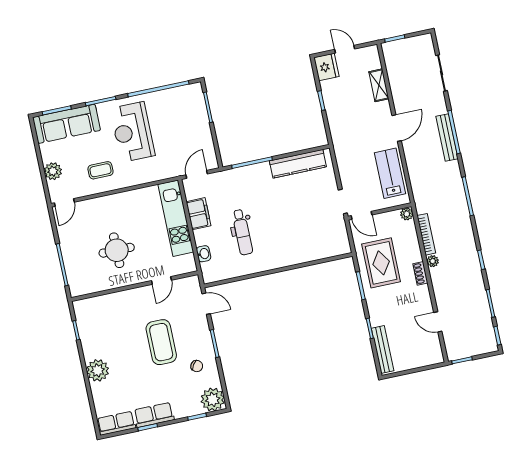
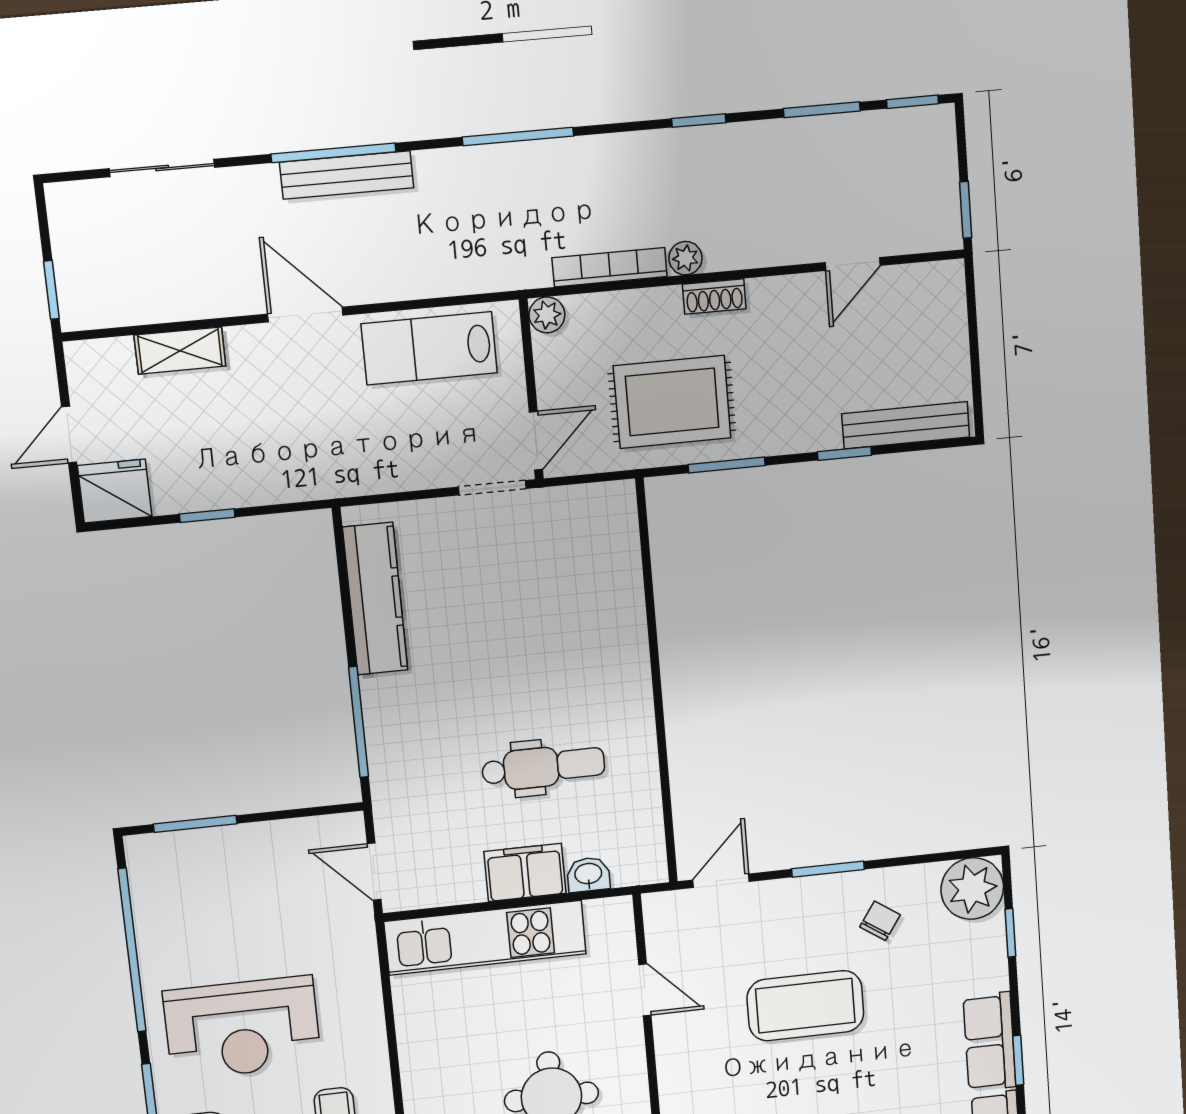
filing cabinet: (198, 214) -> (525, 872), moved

